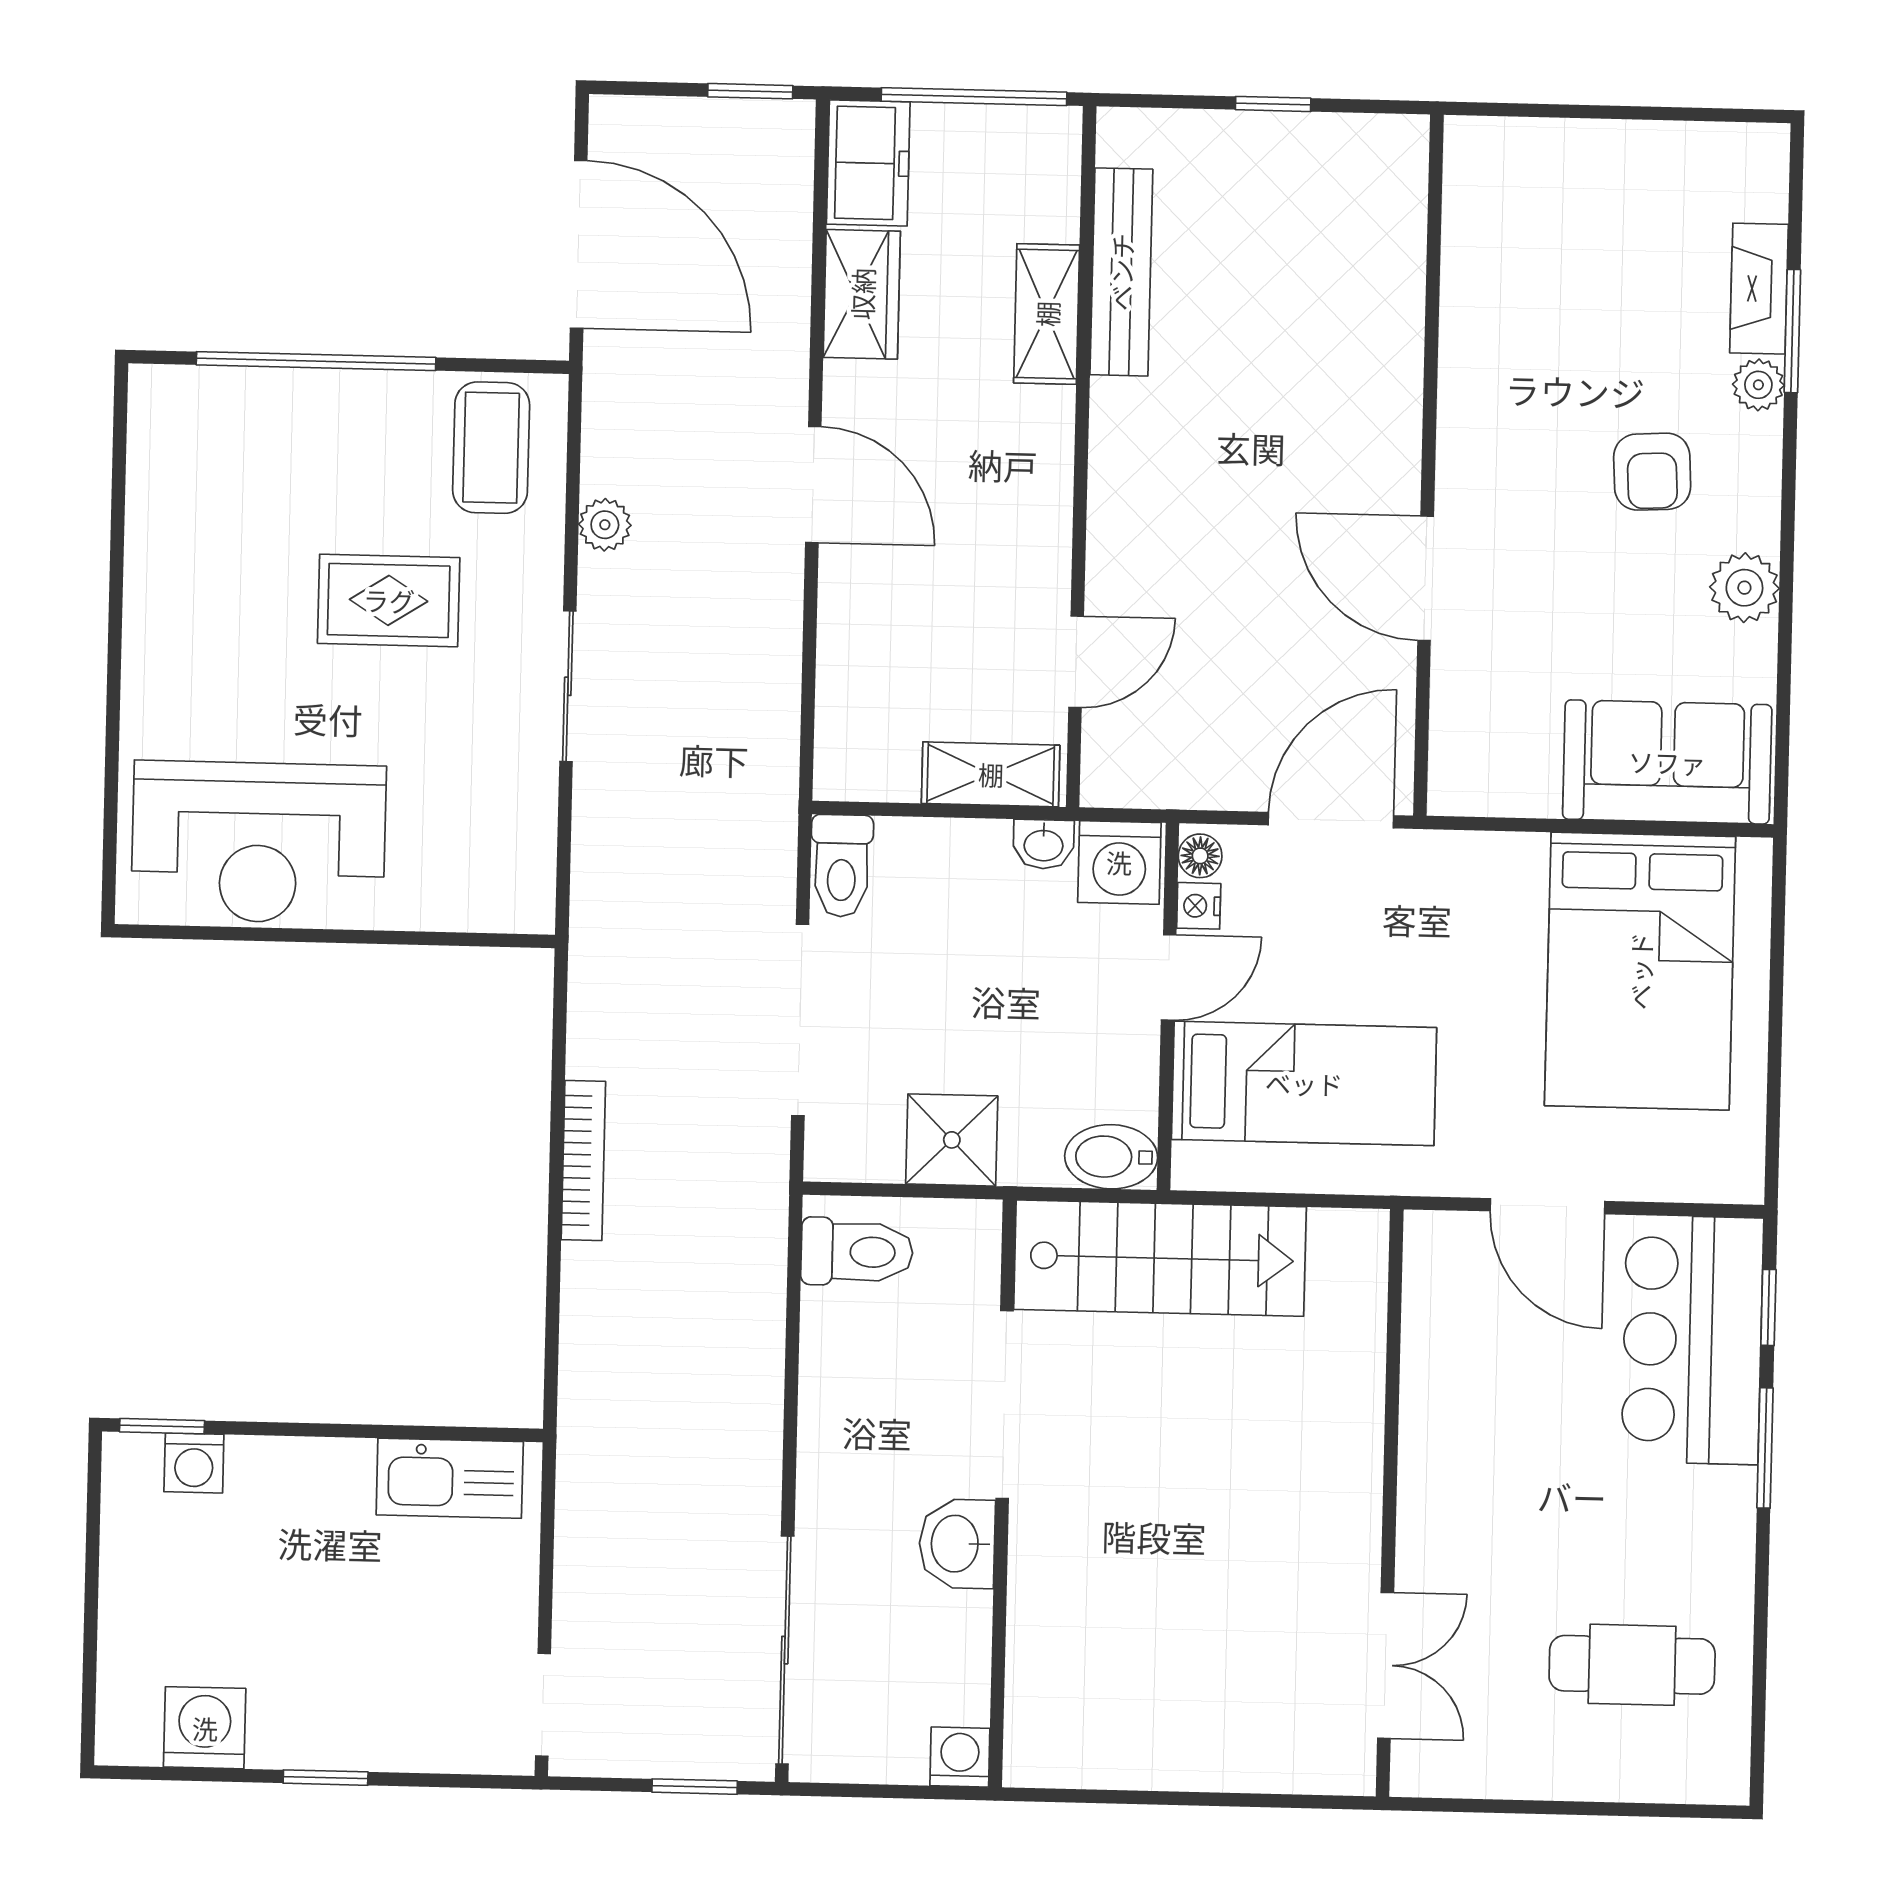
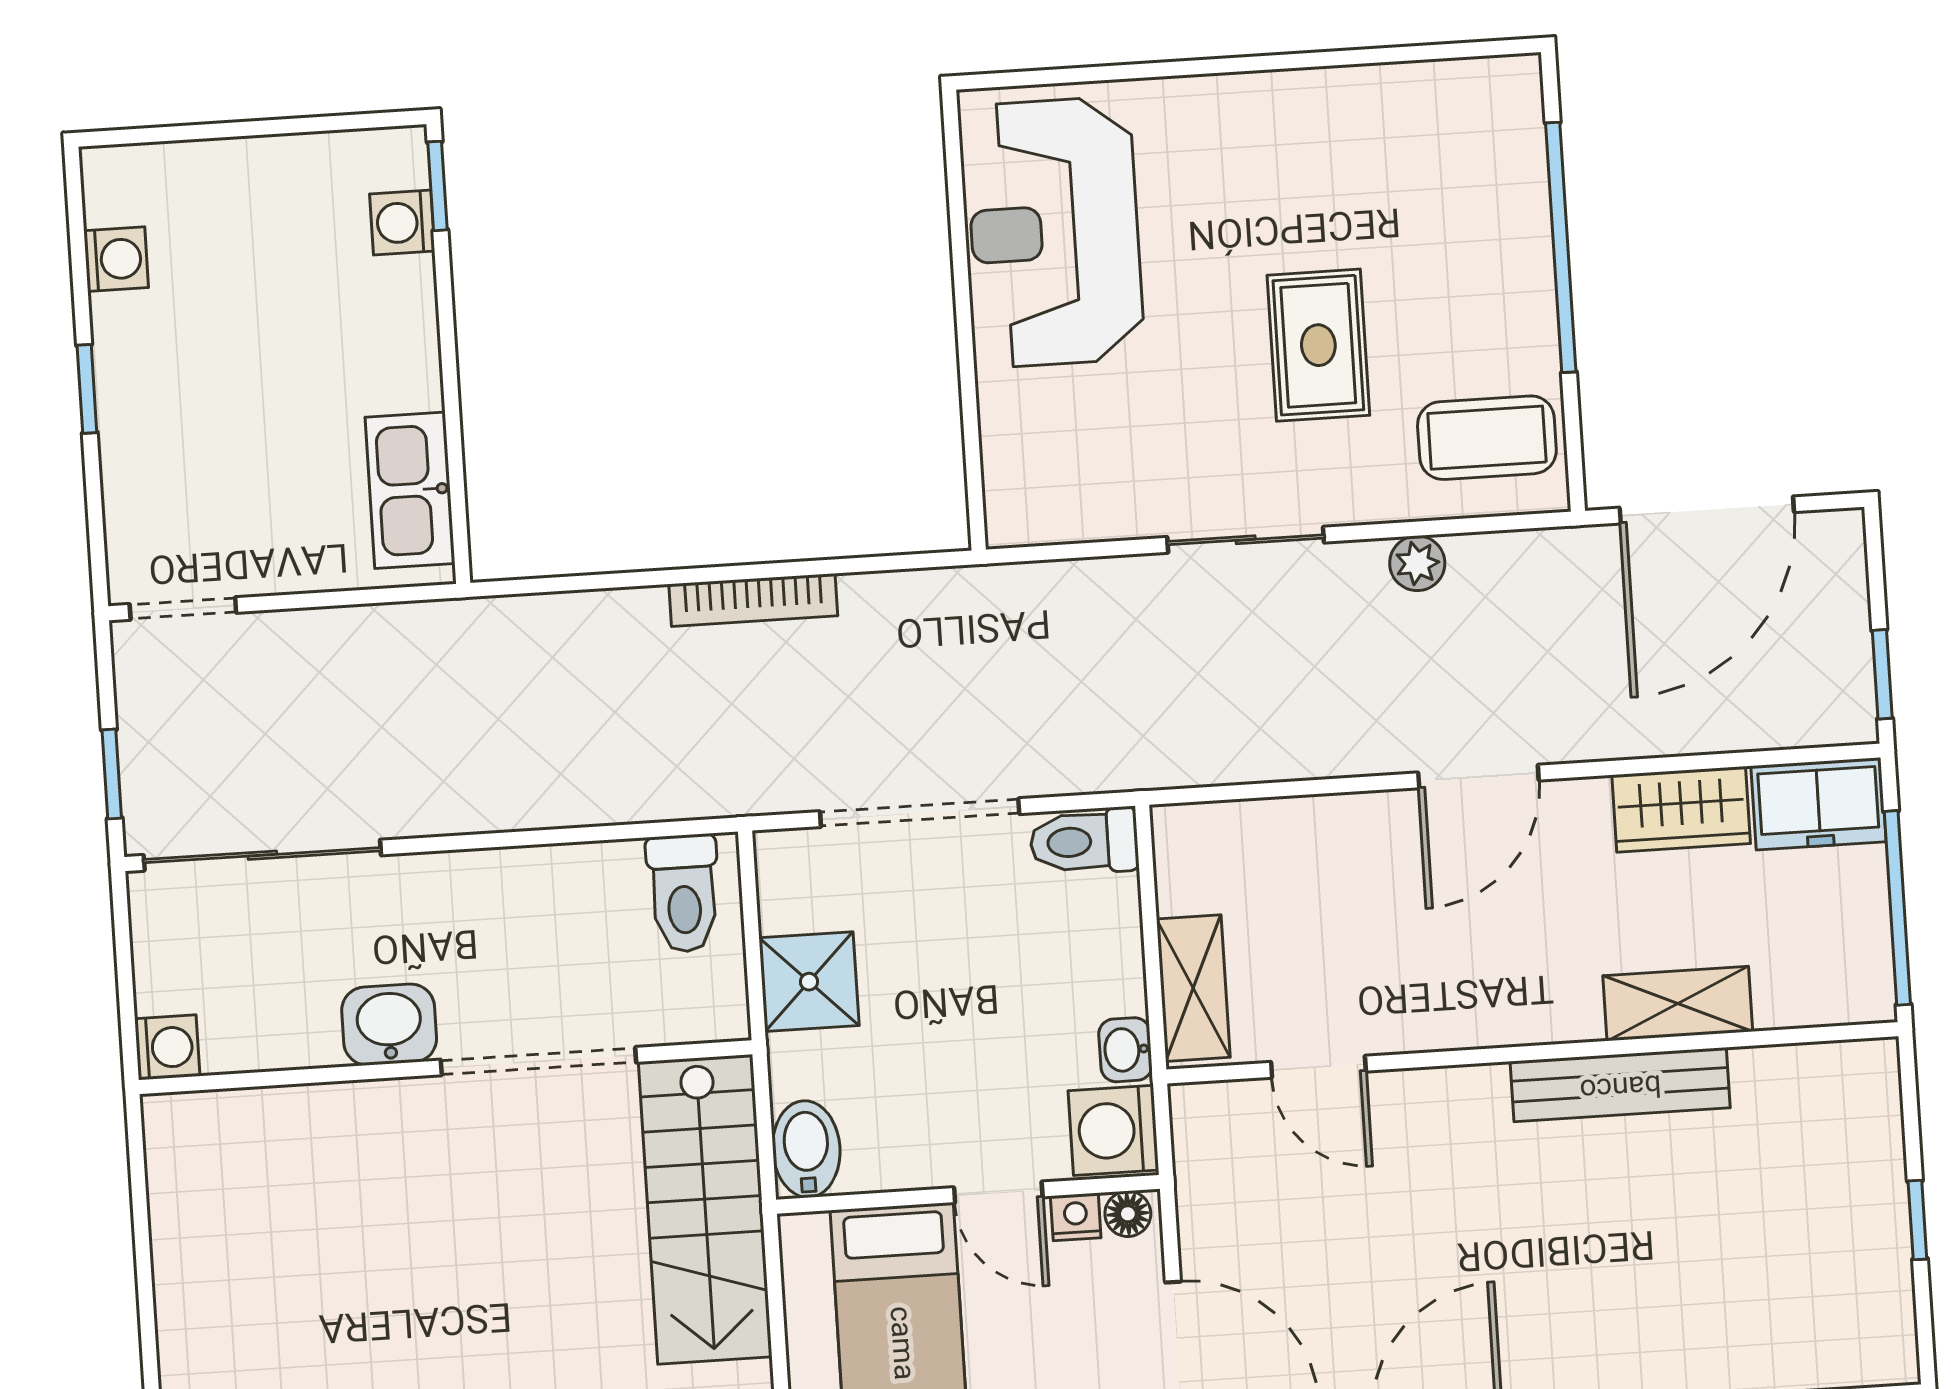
bench: (1121, 272) -> (1620, 1085), moved
washing machine: (205, 1728) -> (116, 259), width x0.73, depth x0.73

